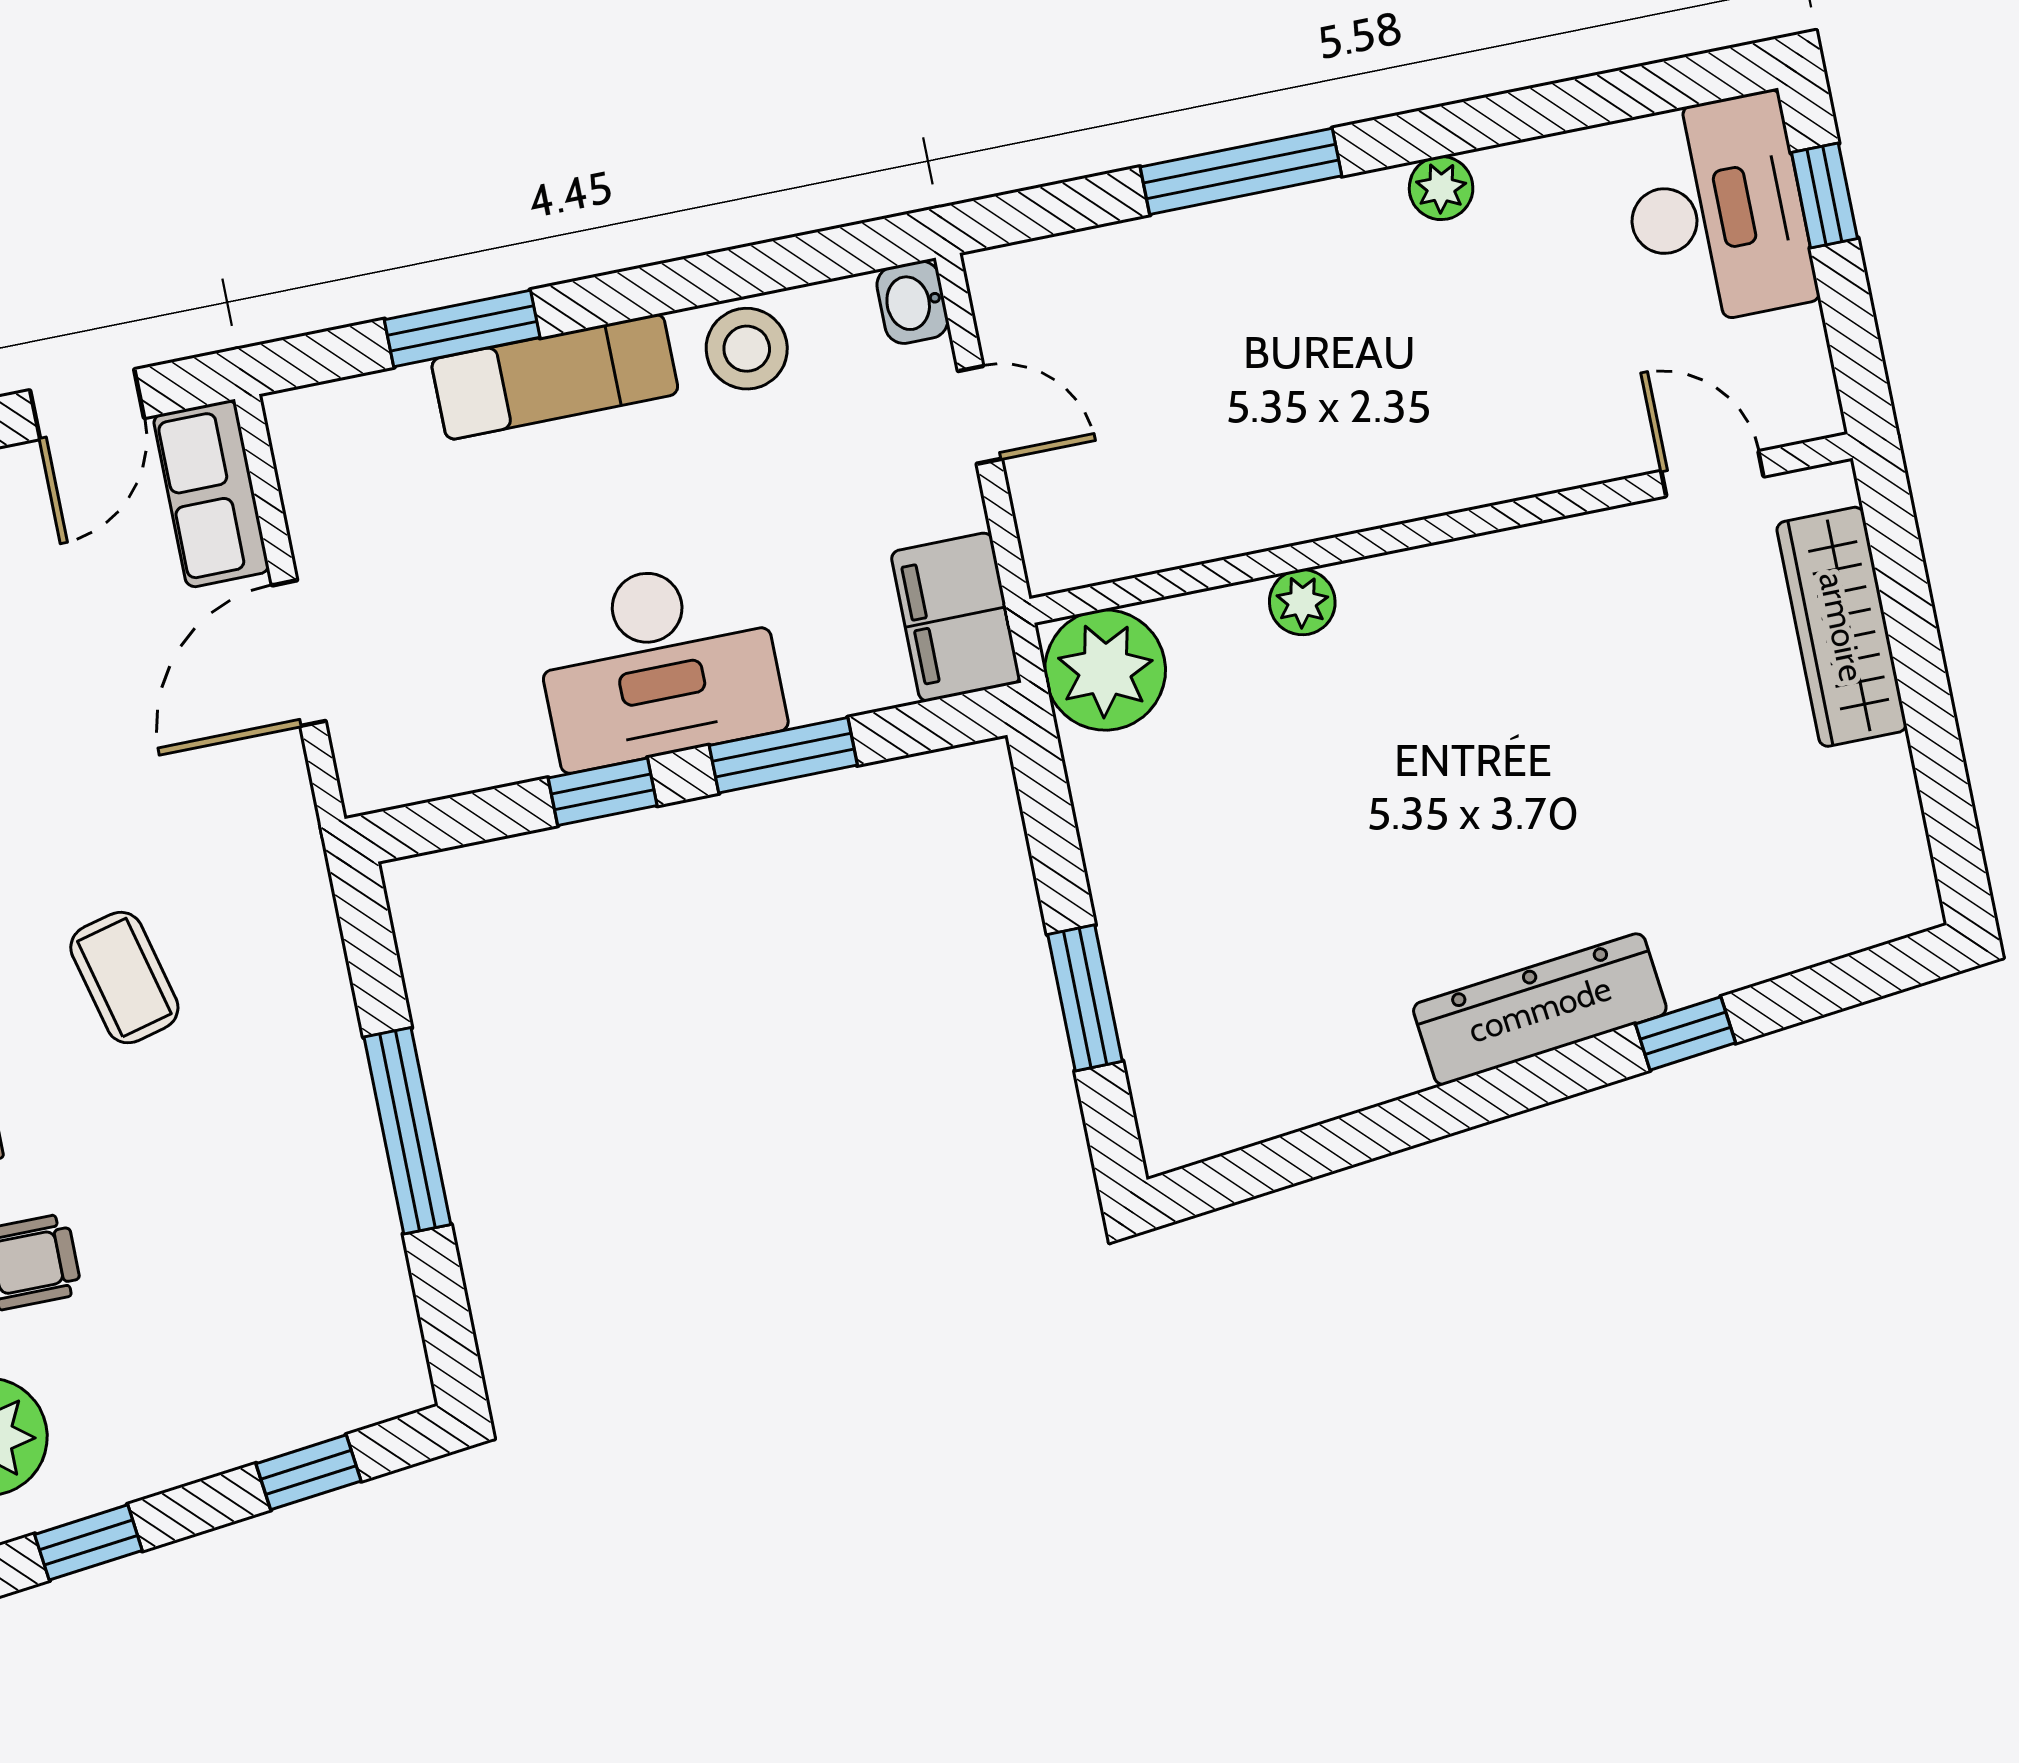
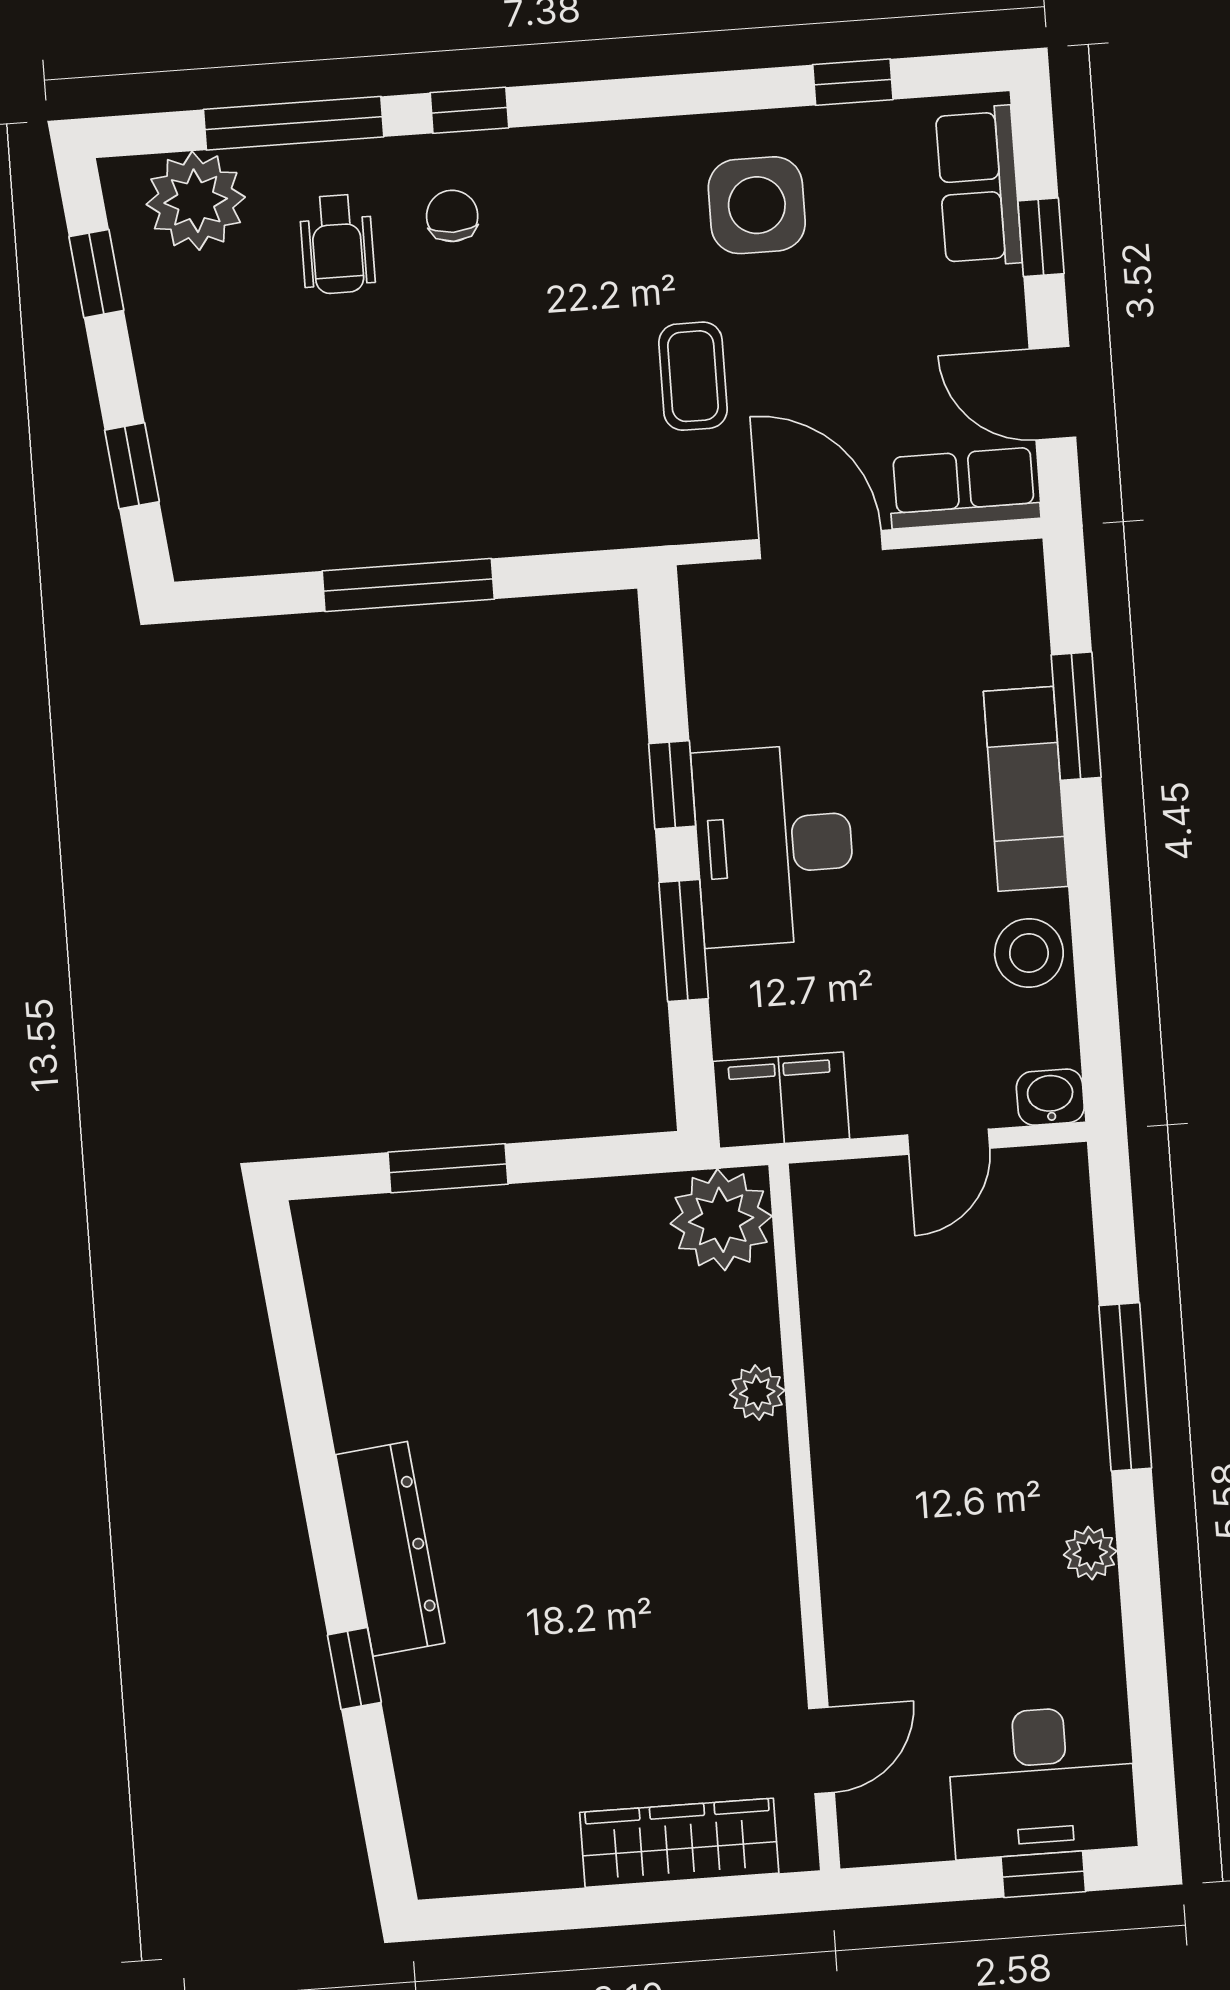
coffee table: (124, 978) -> (693, 376), moved, turned -76

